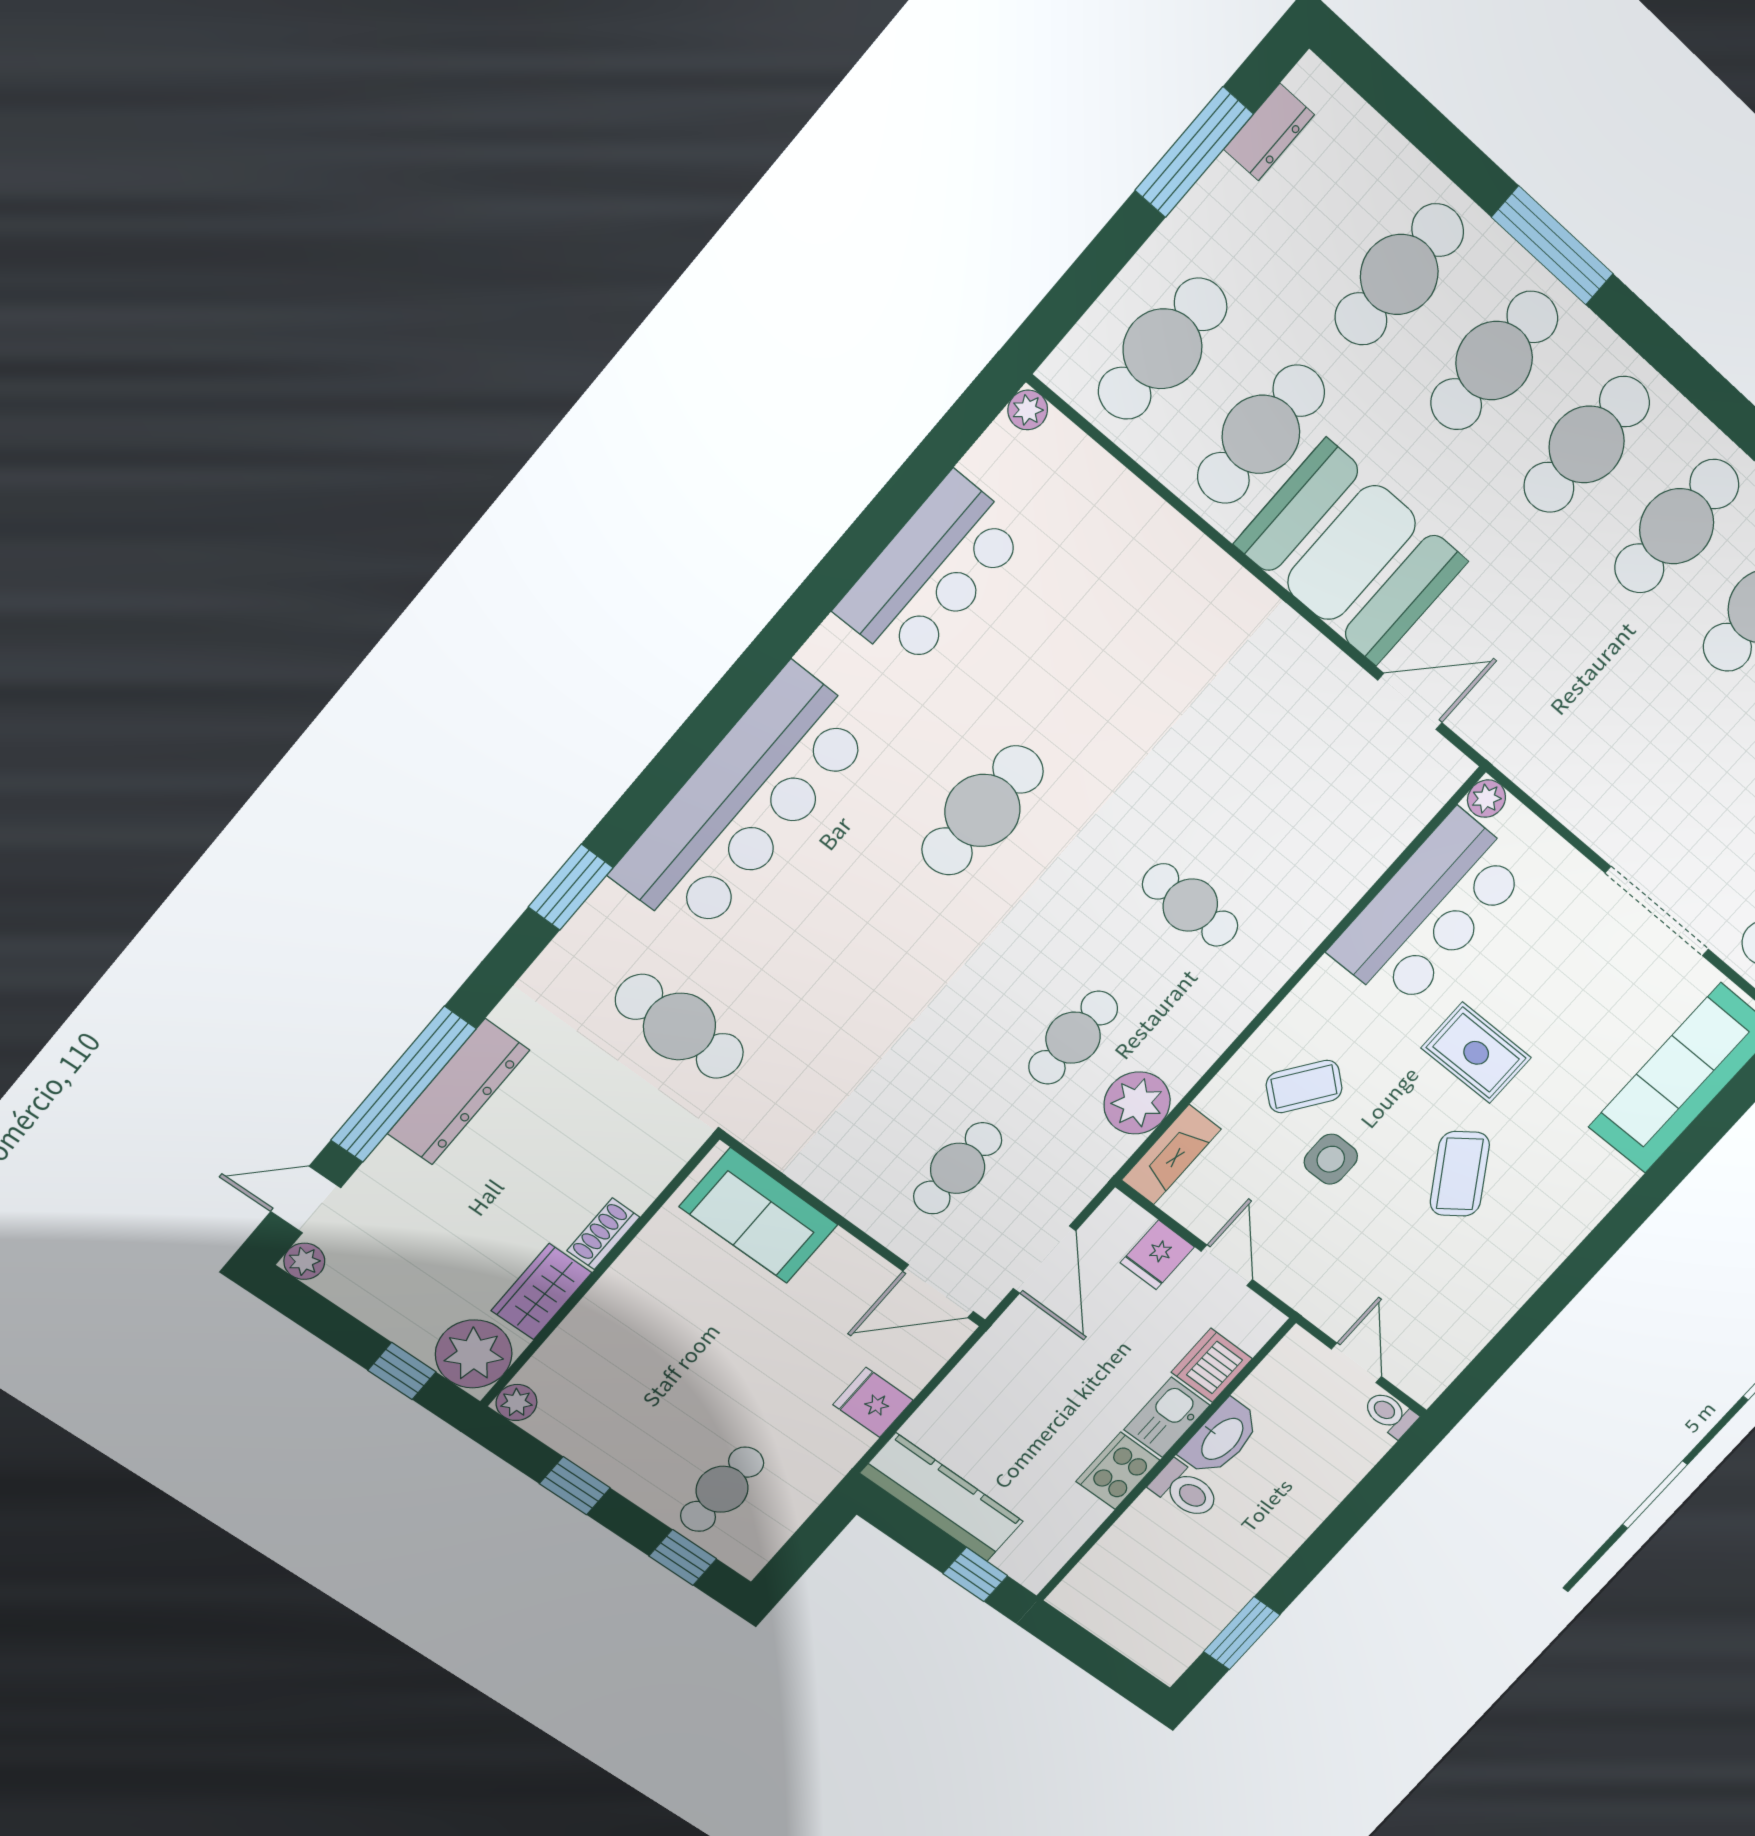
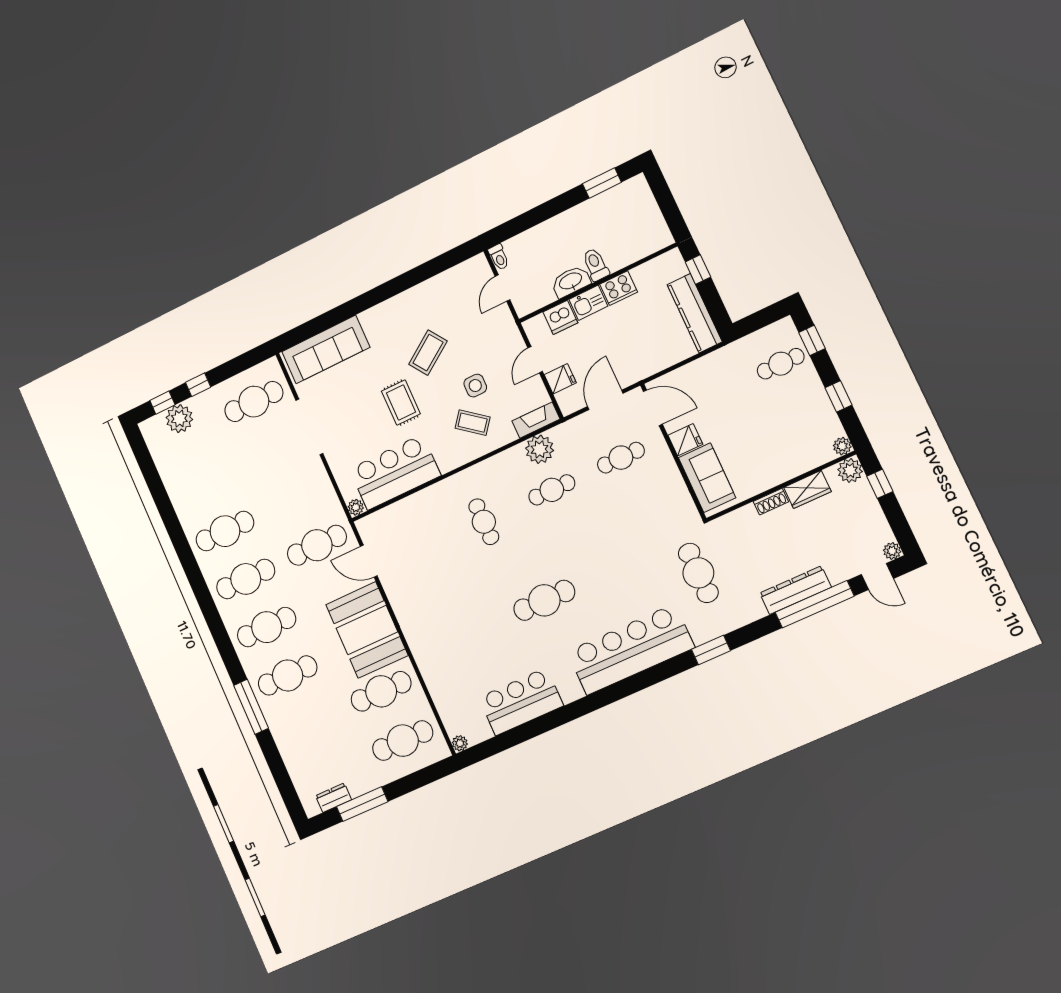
cafe table: (1399, 275) -> (317, 545), moved
plant: (474, 1354) -> (850, 471), width x0.73, depth x0.73
fridge: (873, 1402) -> (685, 440), moved, turned -90

